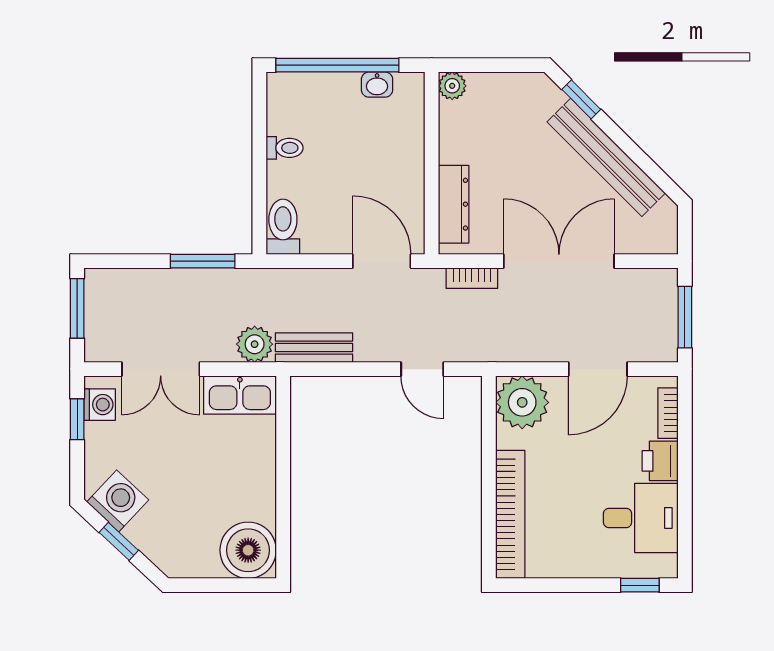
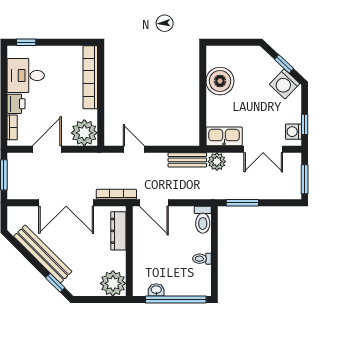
plant: (452, 86) -> (113, 283), width x1.87, depth x1.87
bookcase: (472, 278) -> (116, 194), width x1.56
double door: (161, 369) -> (263, 149), swing flipped
boiler: (248, 550) -> (220, 81), moved

